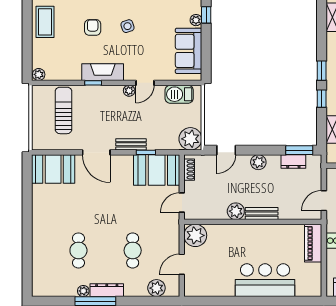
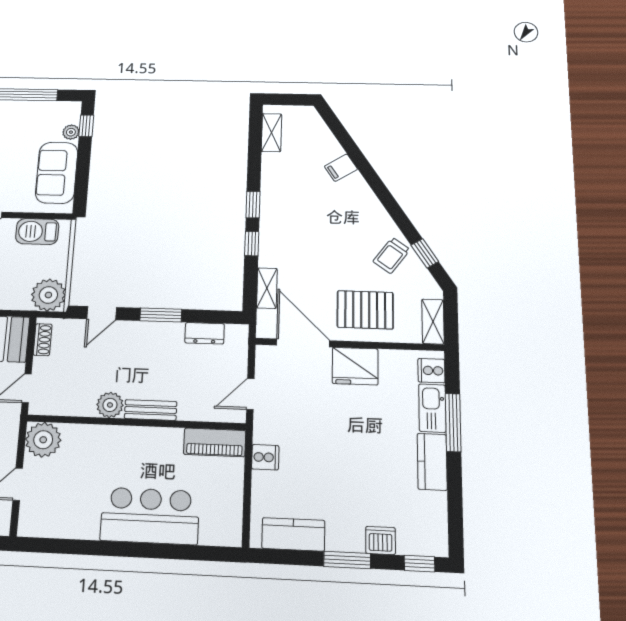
window: (299, 150) -> (161, 315), moved
plant: (258, 162) -> (150, 332), removed
piano: (313, 243) -> (215, 442), moved, turned -90

